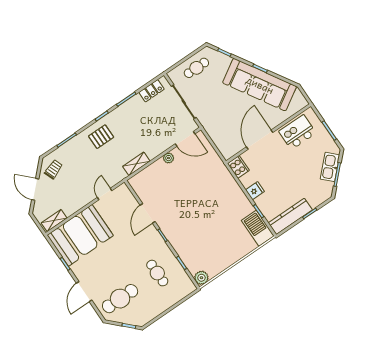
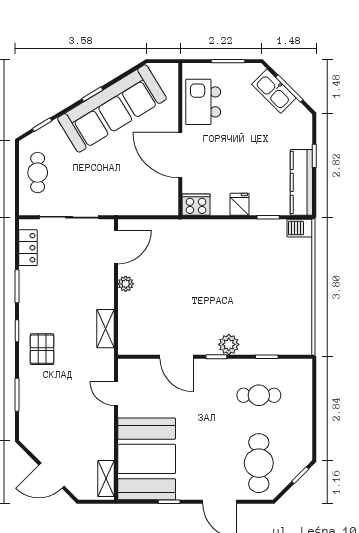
trolley: (54, 169) -> (42, 436), removed
barbecue: (258, 228) -> (300, 228), width x0.53, depth x0.65
plant: (201, 278) -> (229, 344), moved

